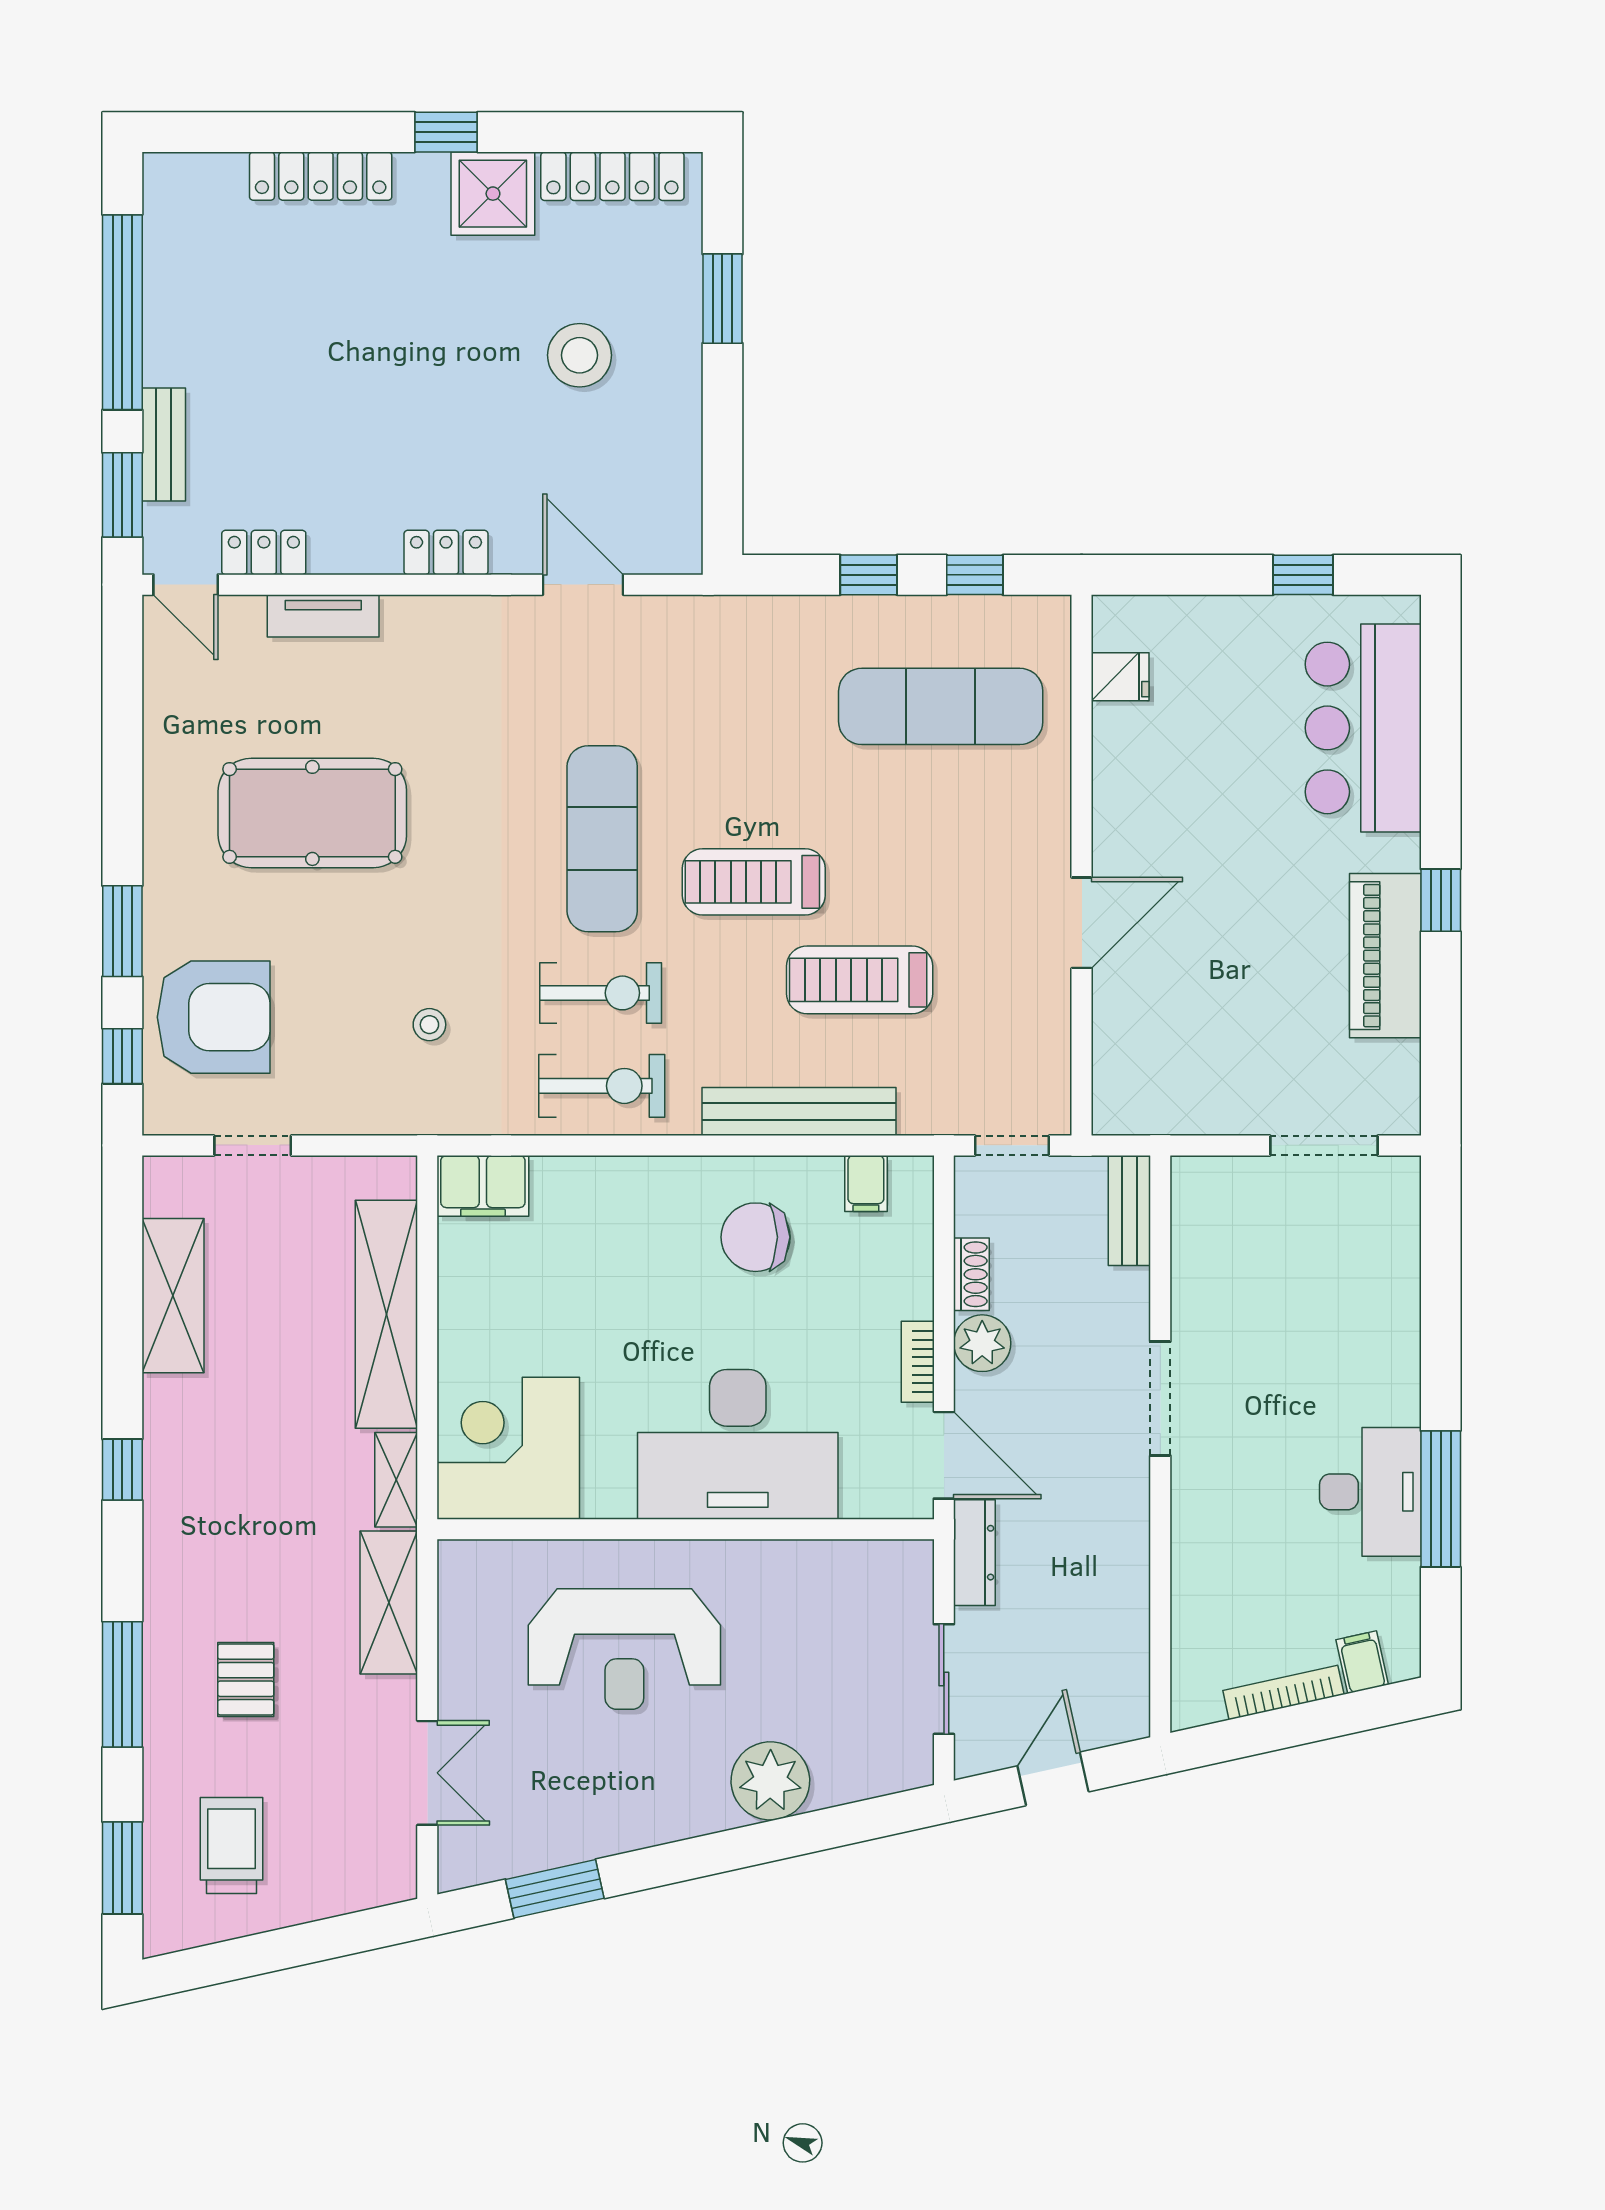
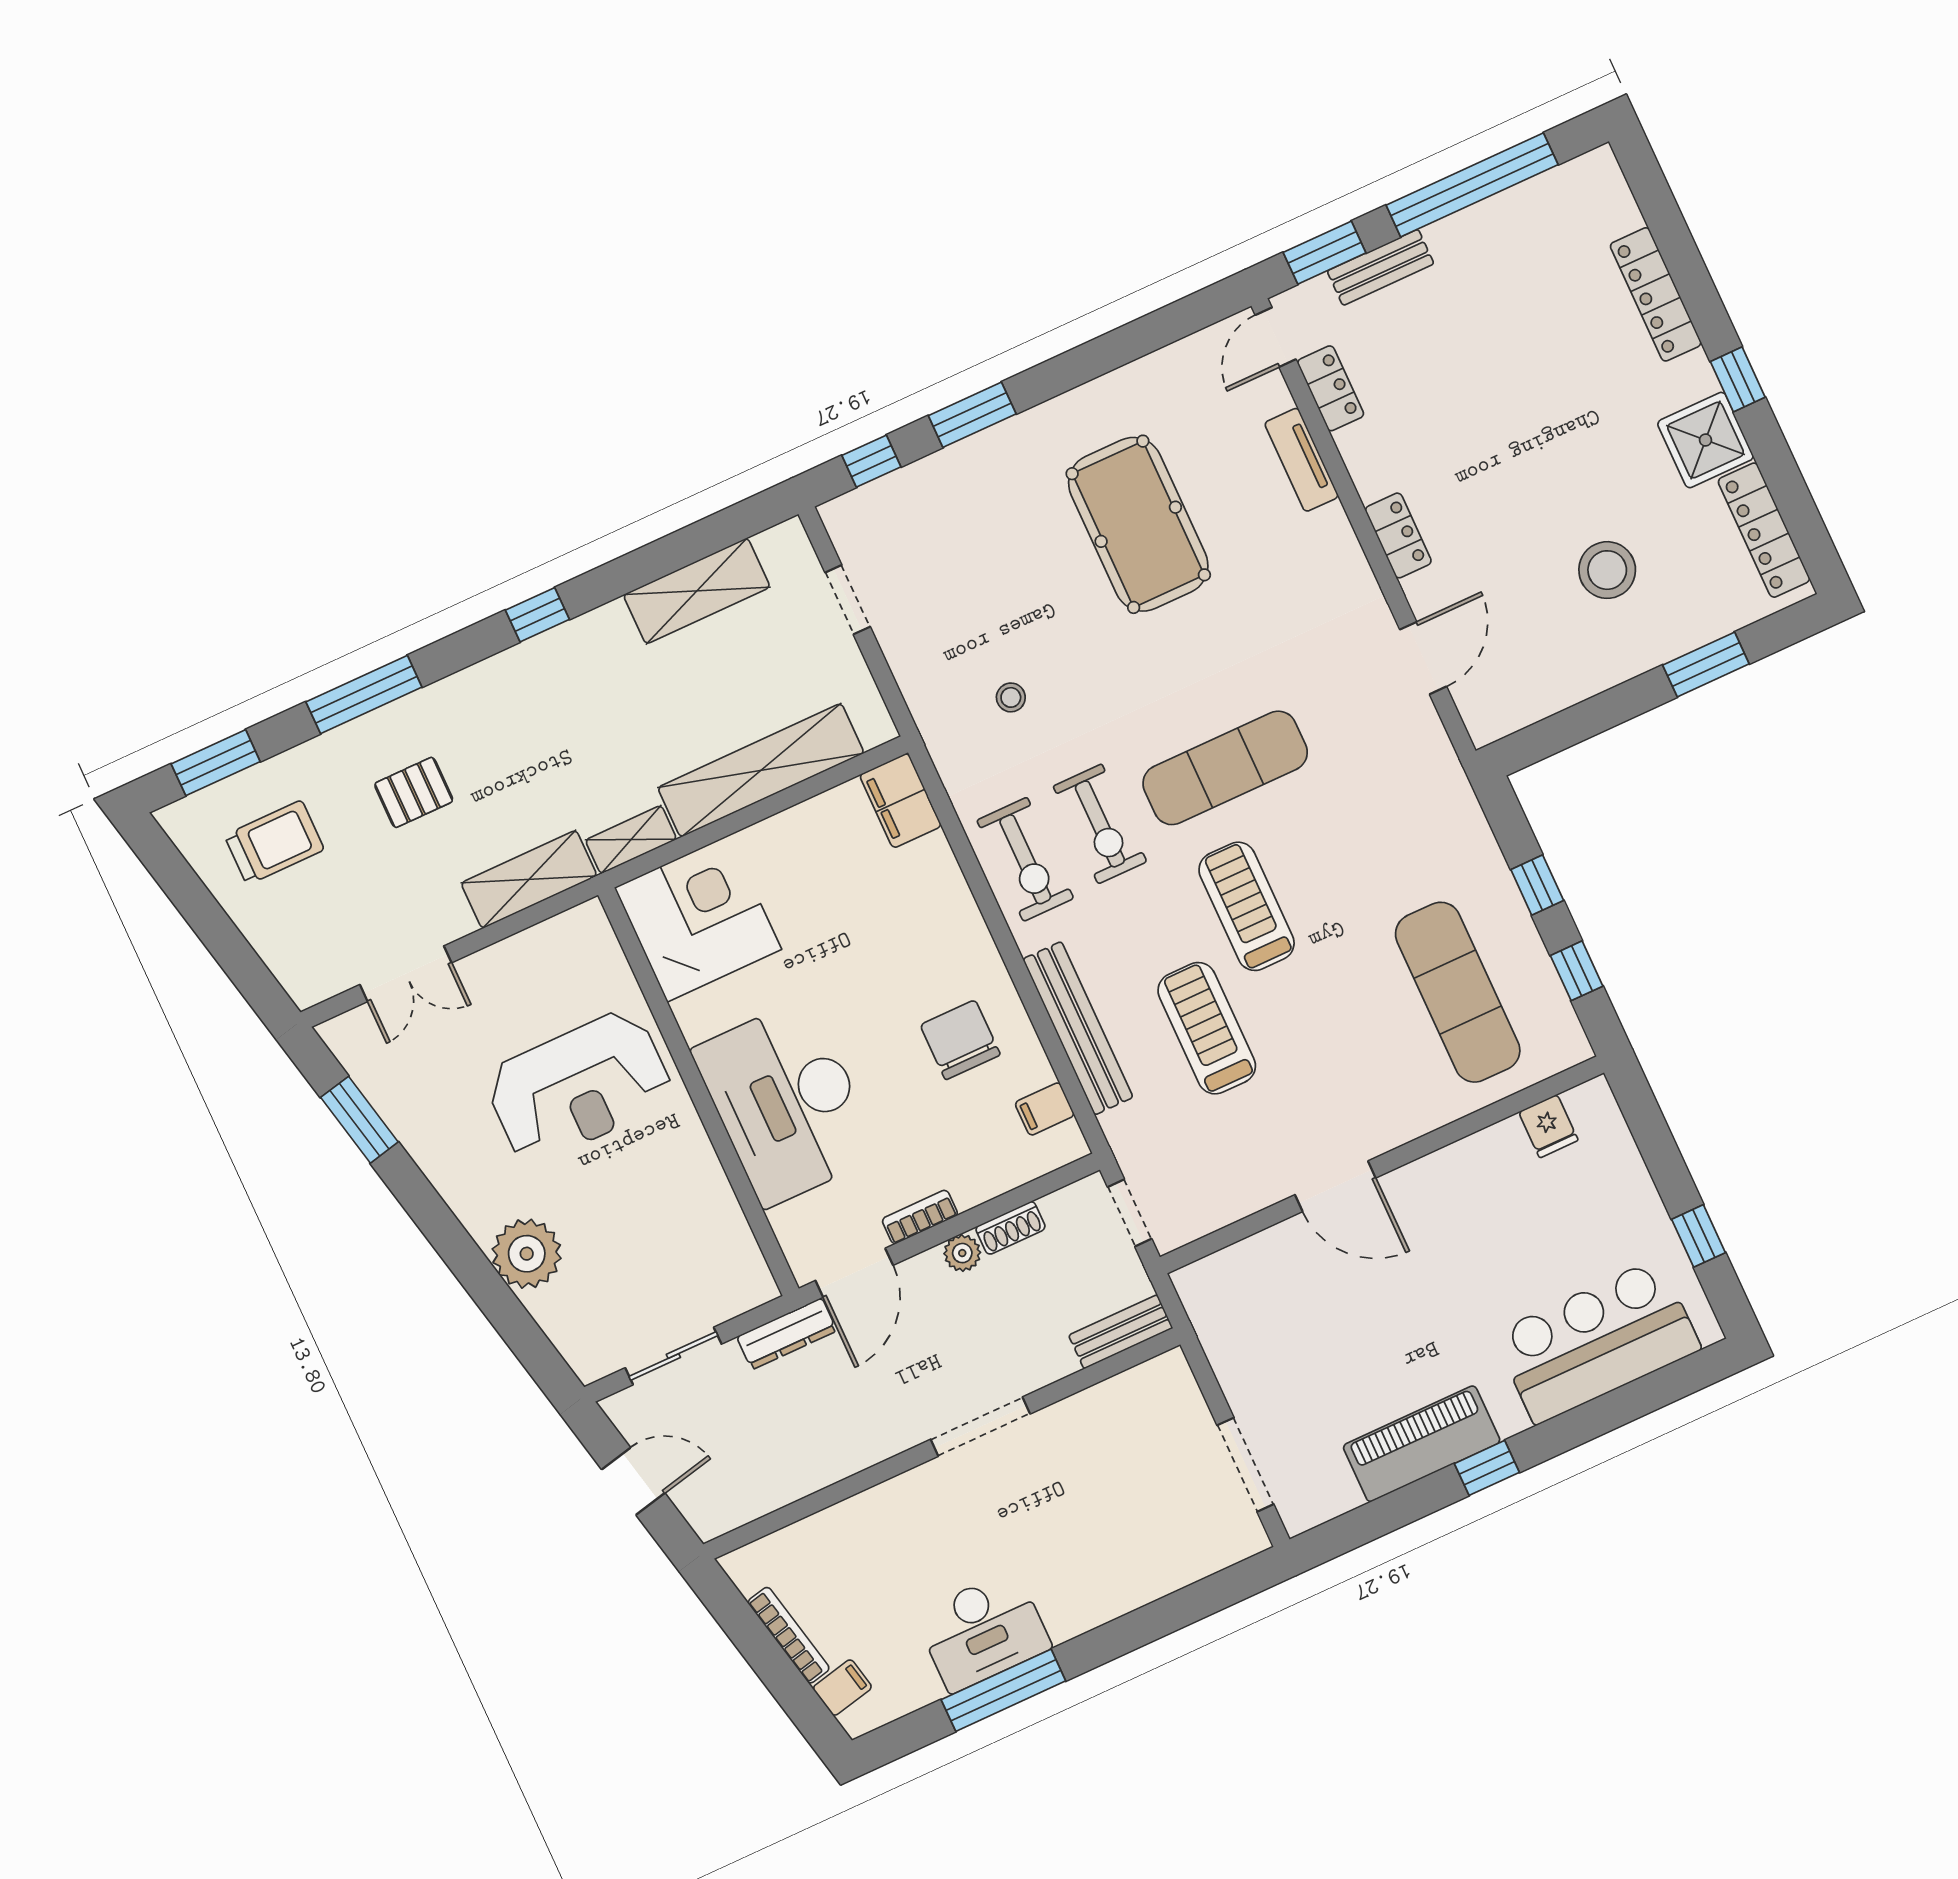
armchair: (214, 1017) -> (937, 520), removed
plant: (982, 1343) -> (962, 1253), width x0.73, depth x0.73
reception desk: (624, 1649) -> (579, 1087), turned -90

